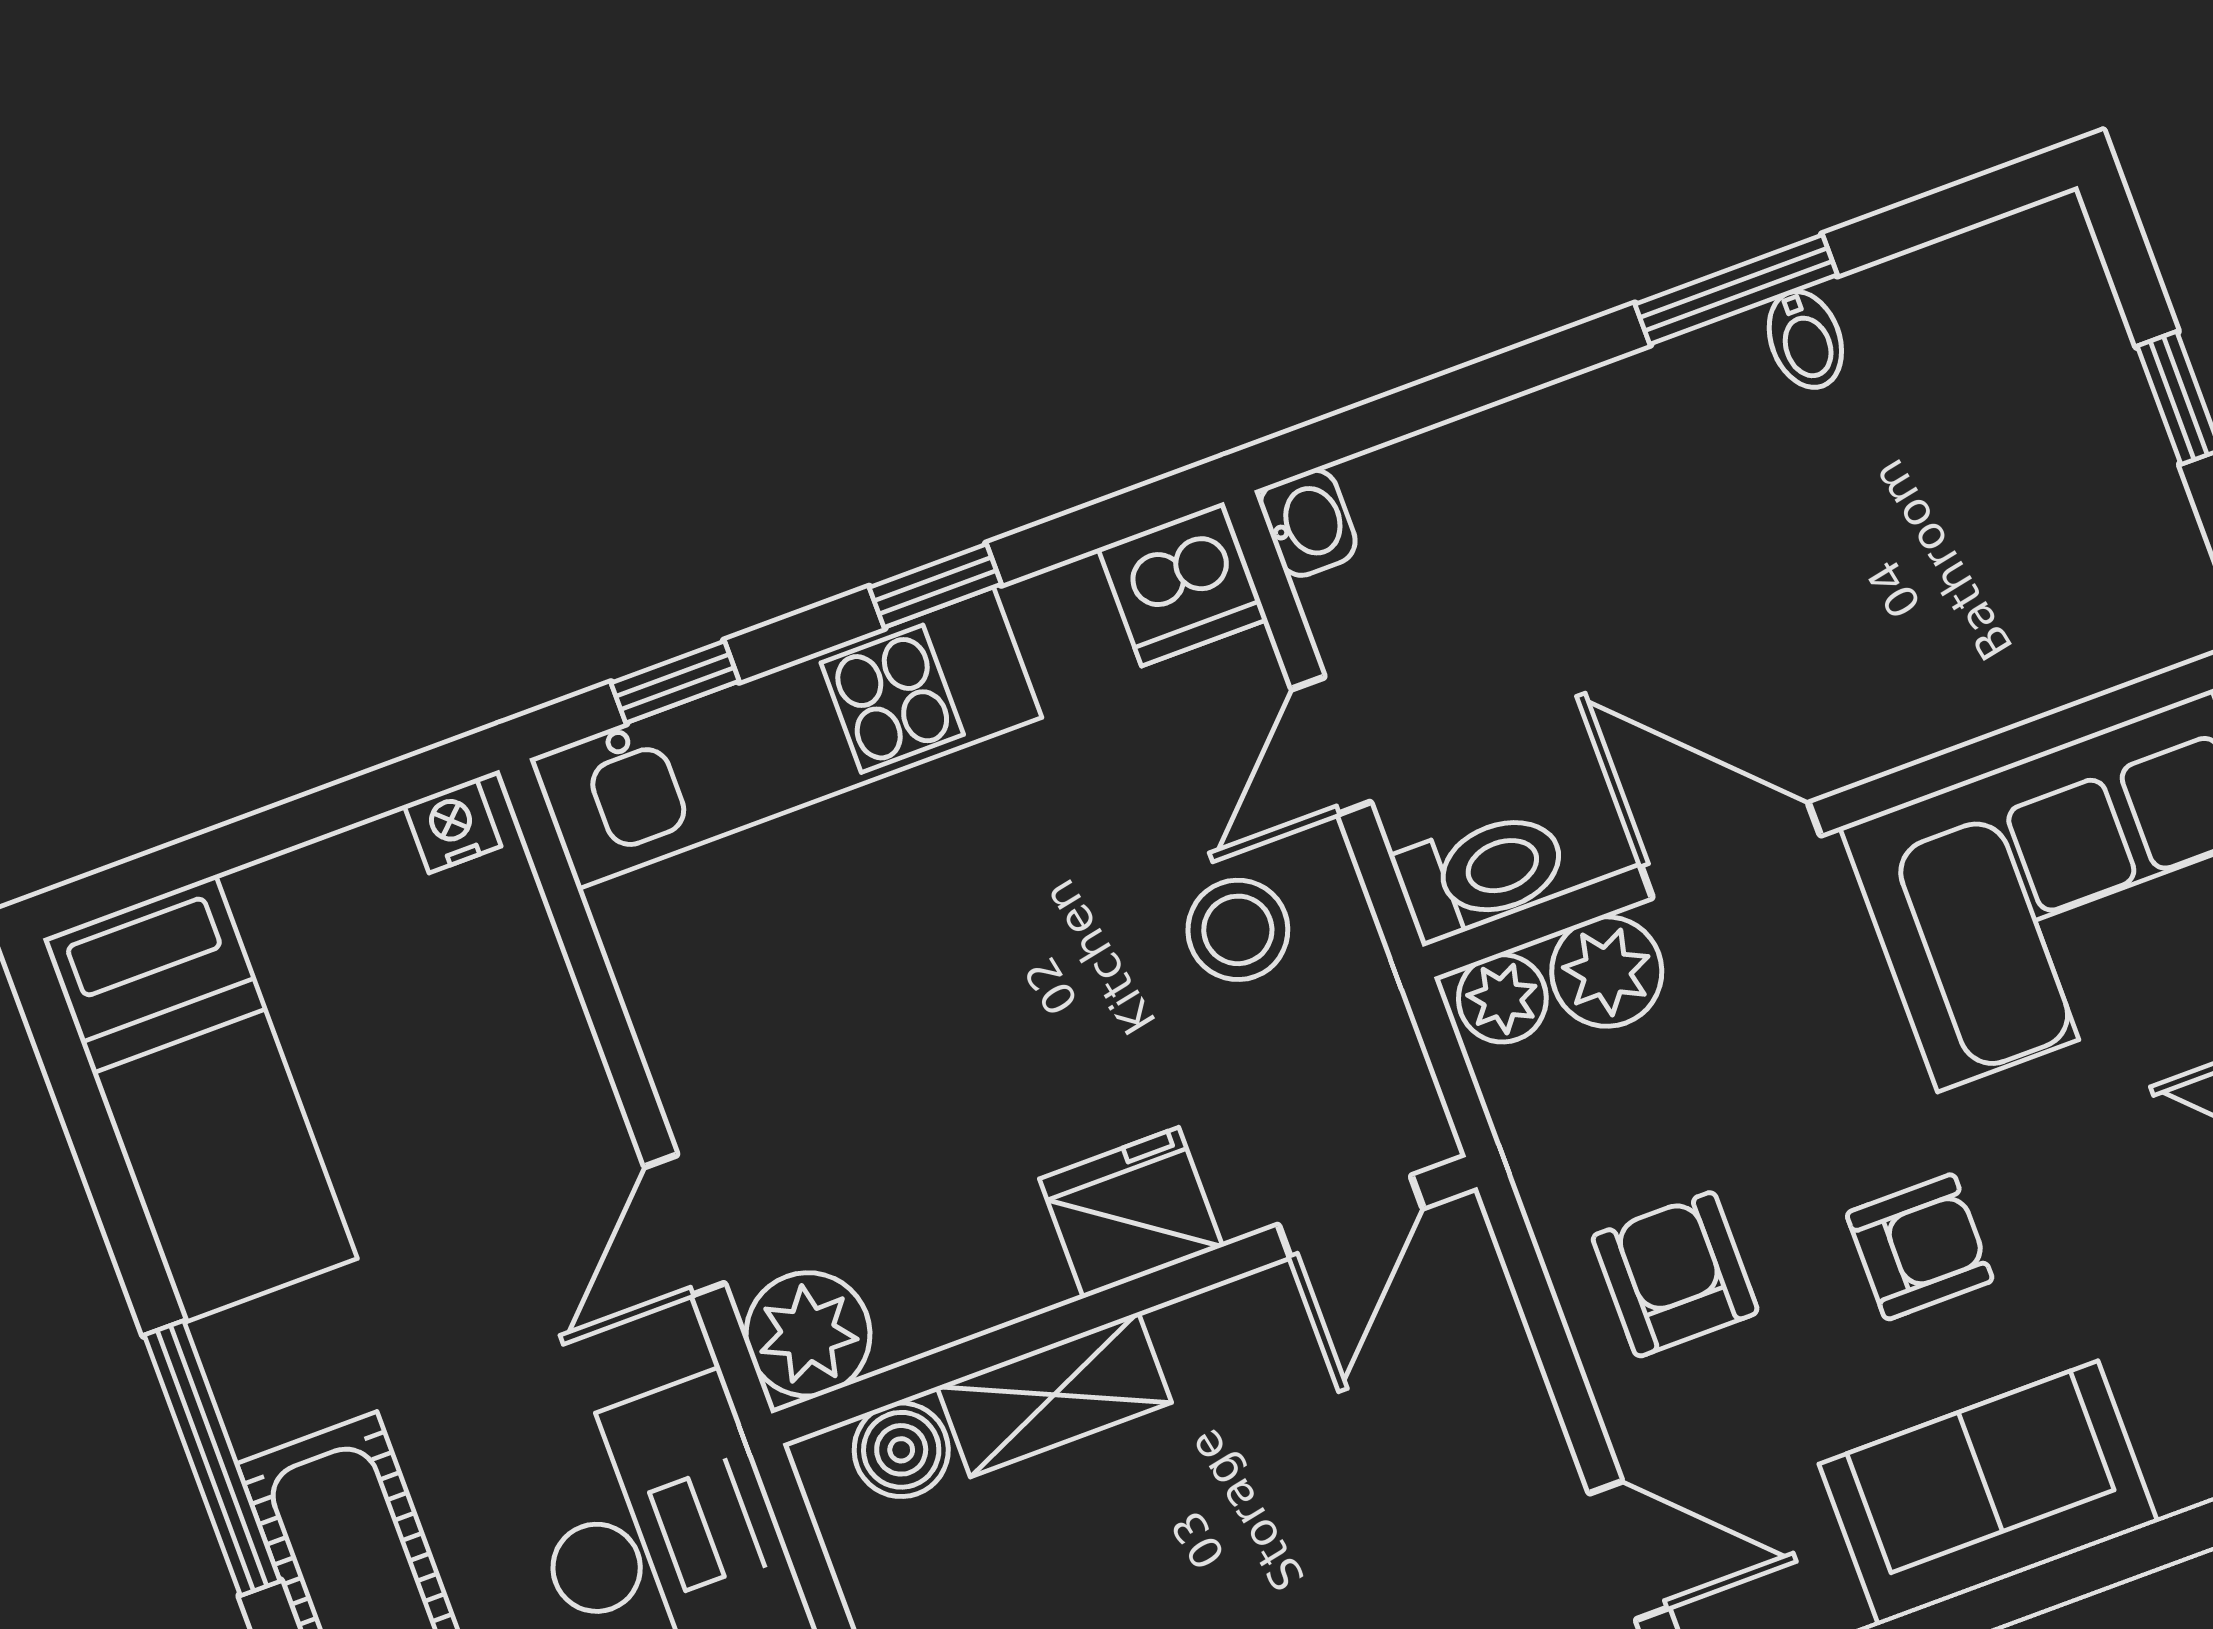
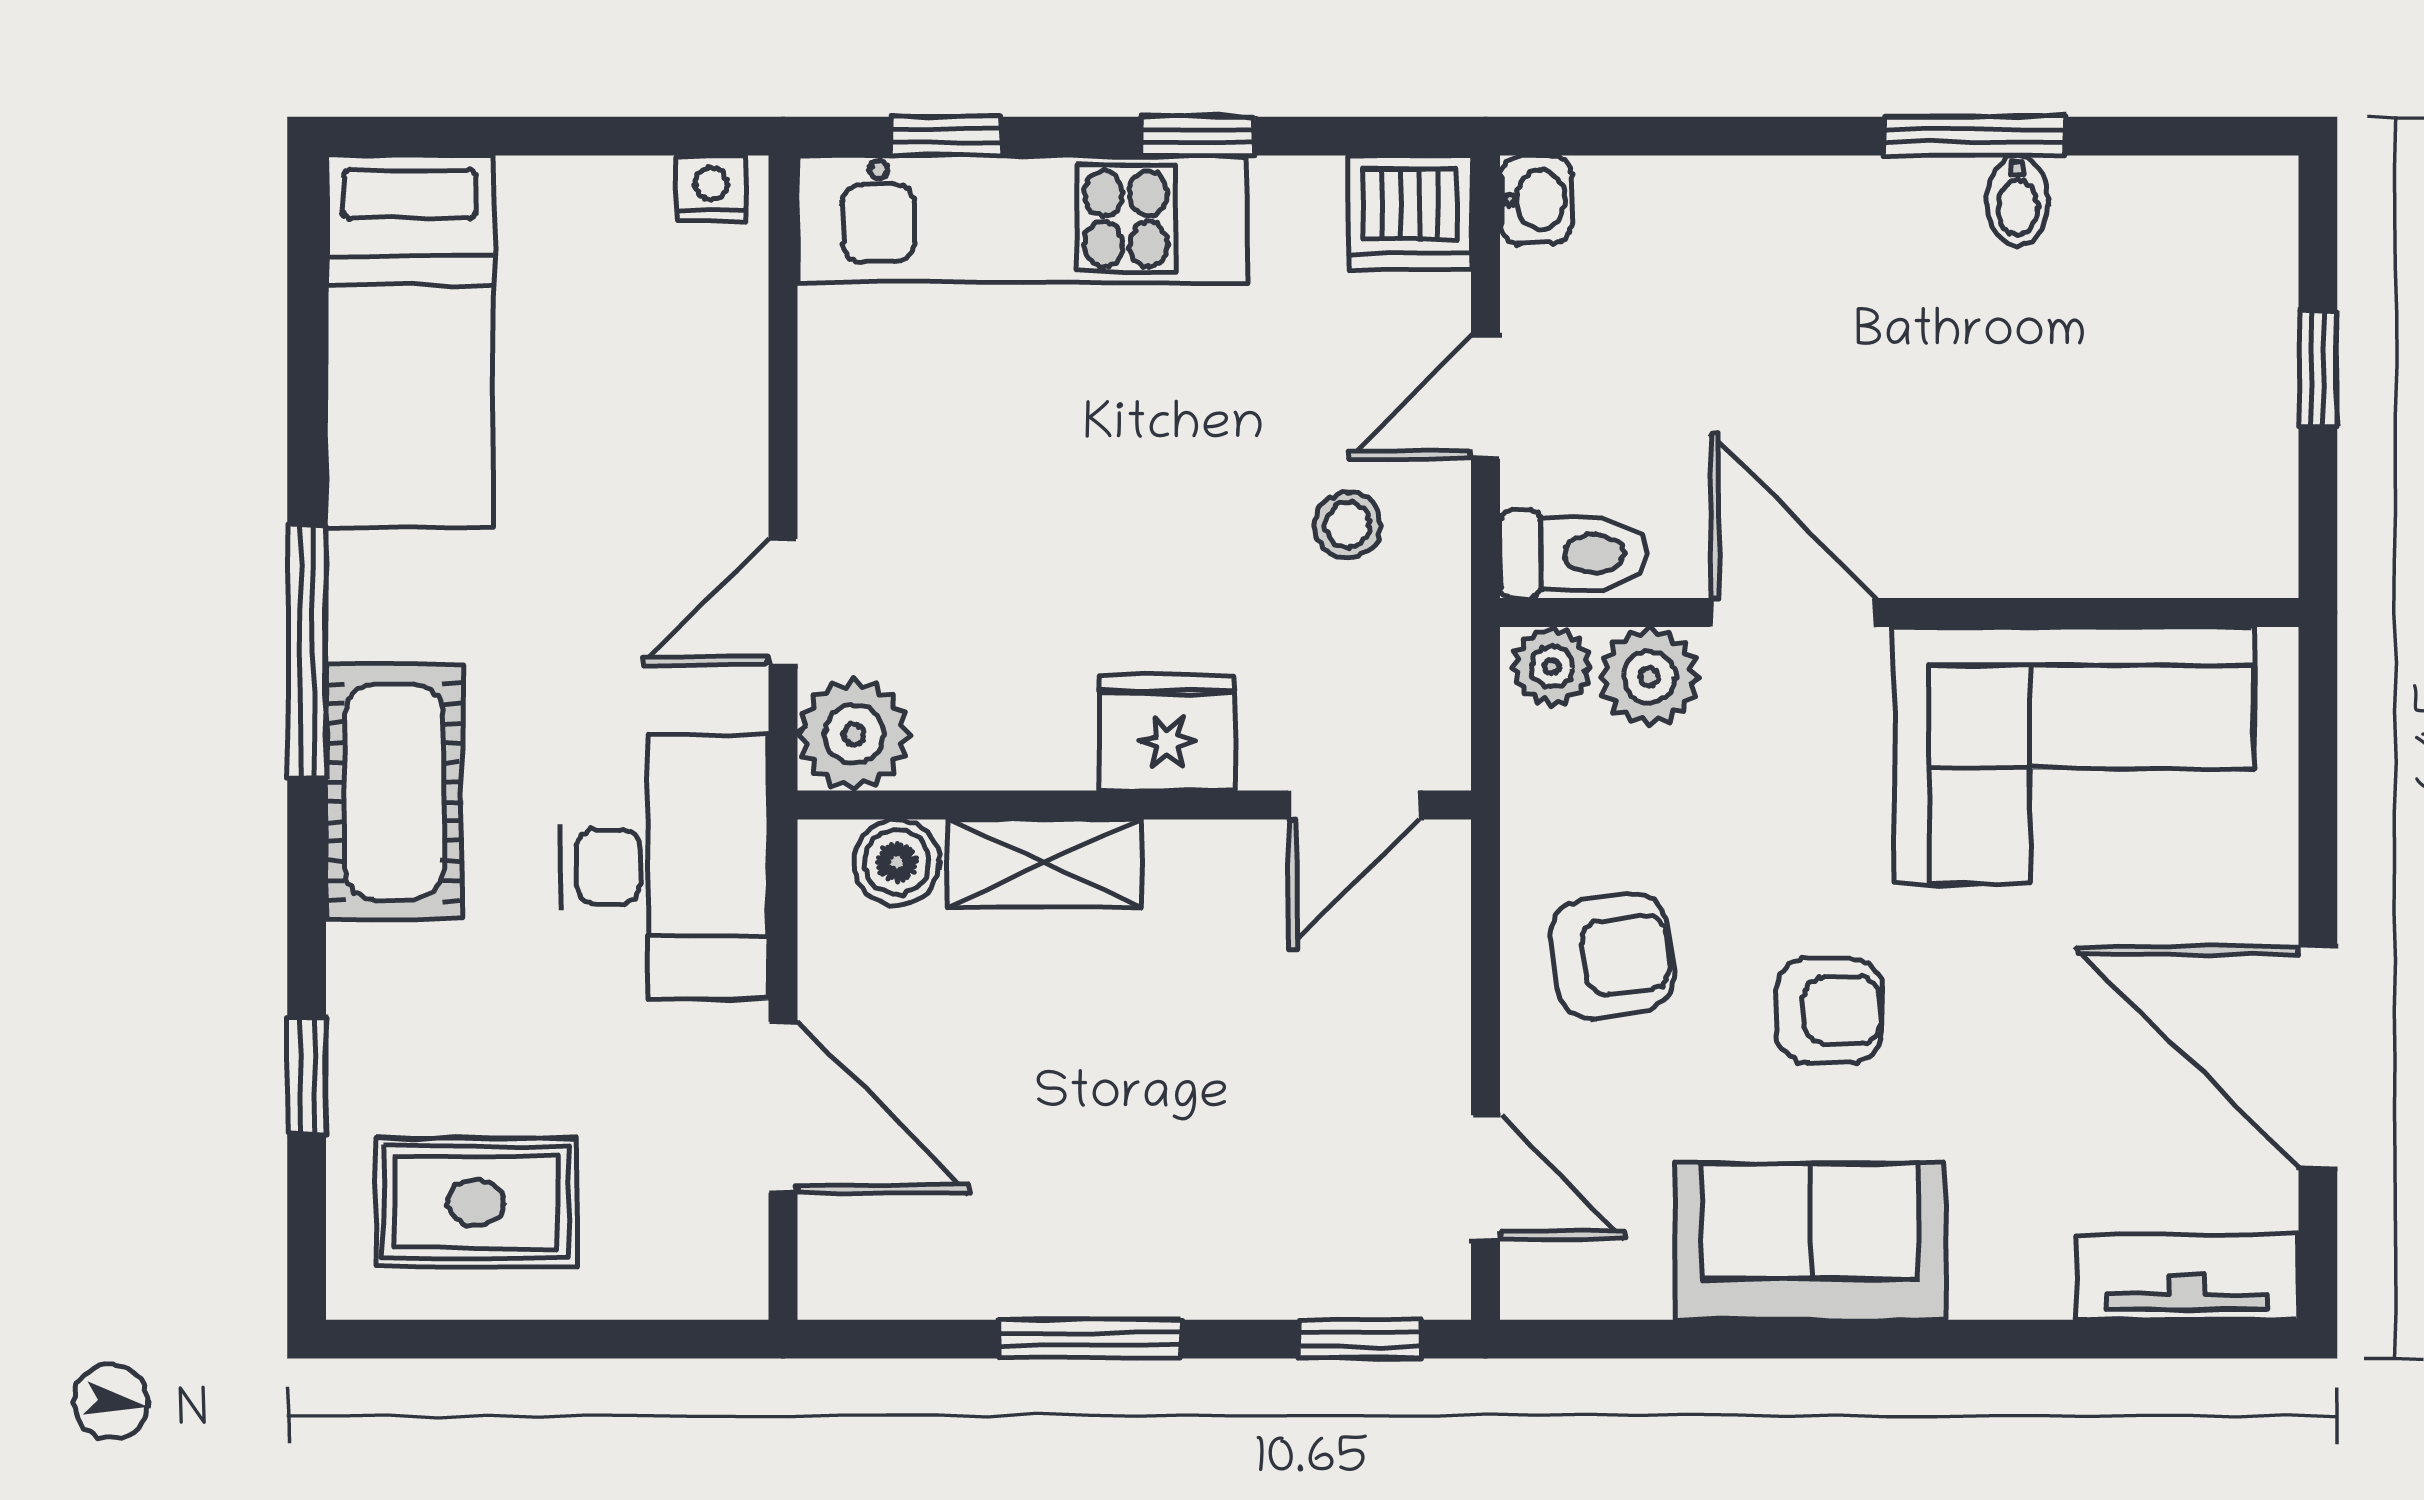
stool: (1238, 930) -> (1348, 525), width x0.73, depth x0.73
armchair: (1675, 1274) -> (1612, 956), turned 82

